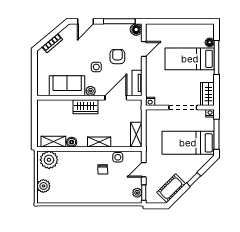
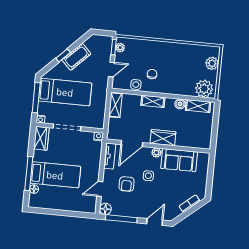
cot: (171, 188) -> (76, 57), moved

